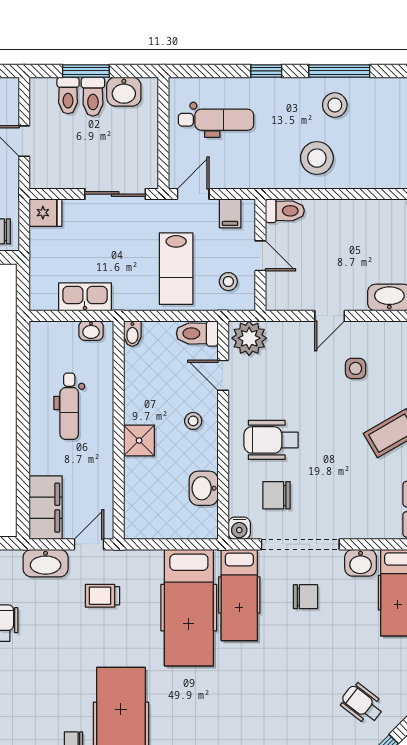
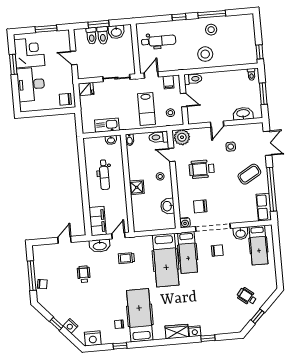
wheelchair: (271, 440) -> (202, 169), moved

